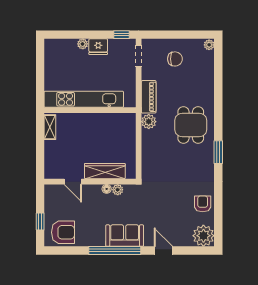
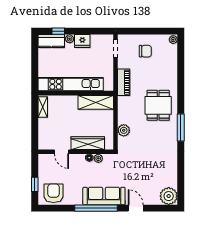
window: (121, 35) -> (58, 31), moved
kitchen counter: (60, 47) -> (51, 41), added
shelving: (114, 121) -> (96, 102), added
plant: (149, 122) -> (124, 130), moved
window: (218, 152) -> (181, 127), width x1.44
armchair: (203, 204) -> (168, 170), removed
armchair: (63, 232) -> (53, 193), turned -90
sofa: (125, 236) -> (104, 196), width x1.36

